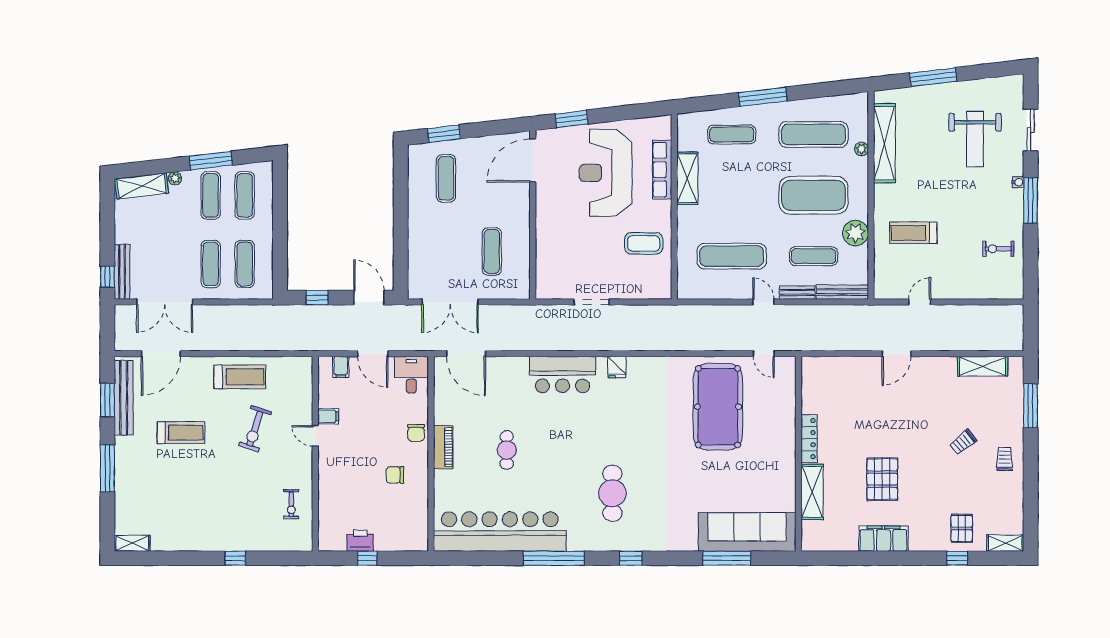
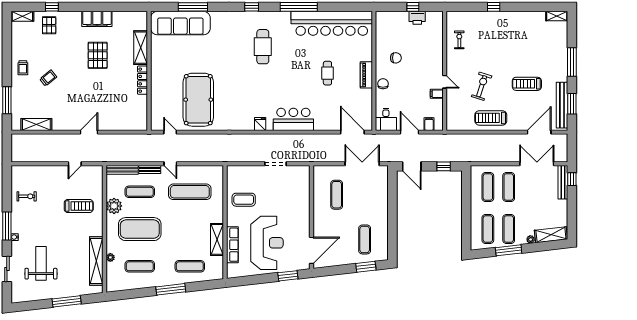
exercise mat: (814, 134) -> (140, 266), width x0.73, depth x0.69

